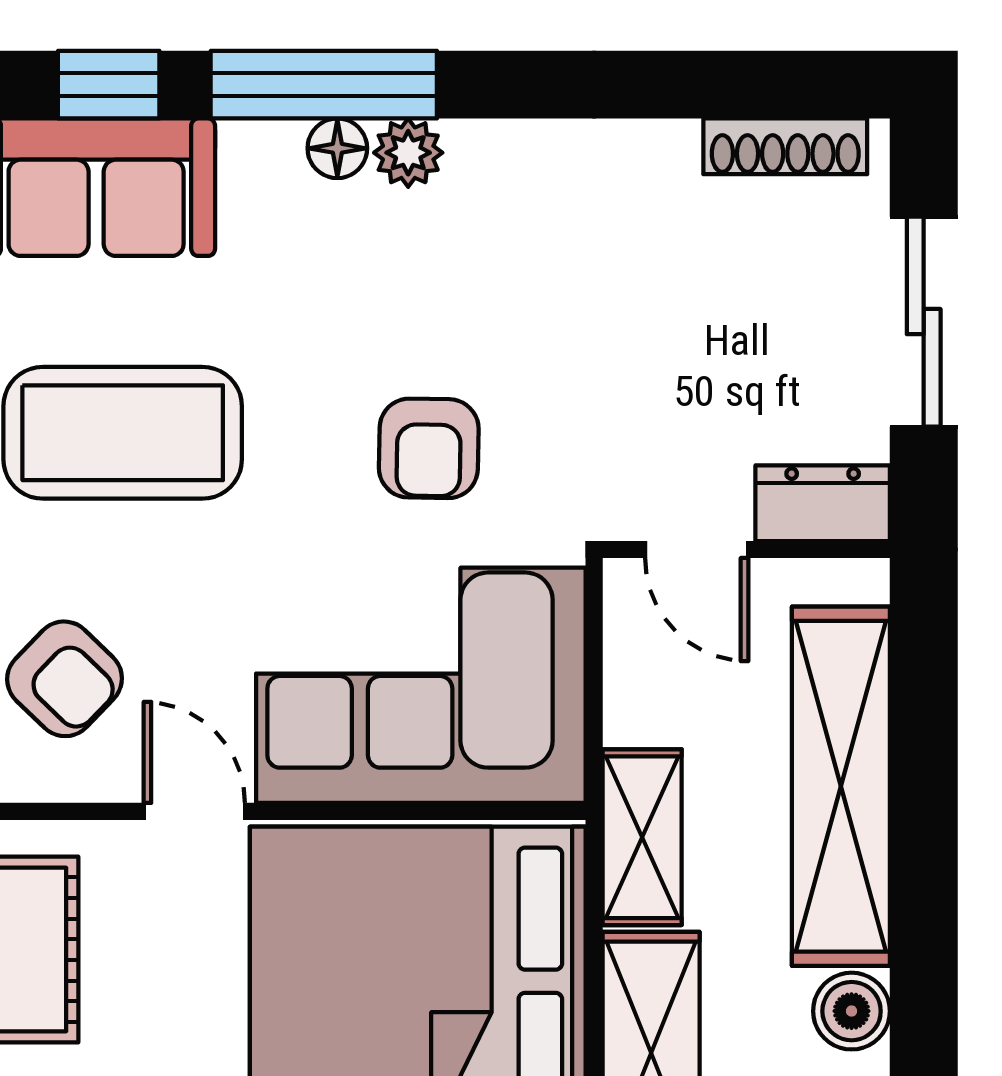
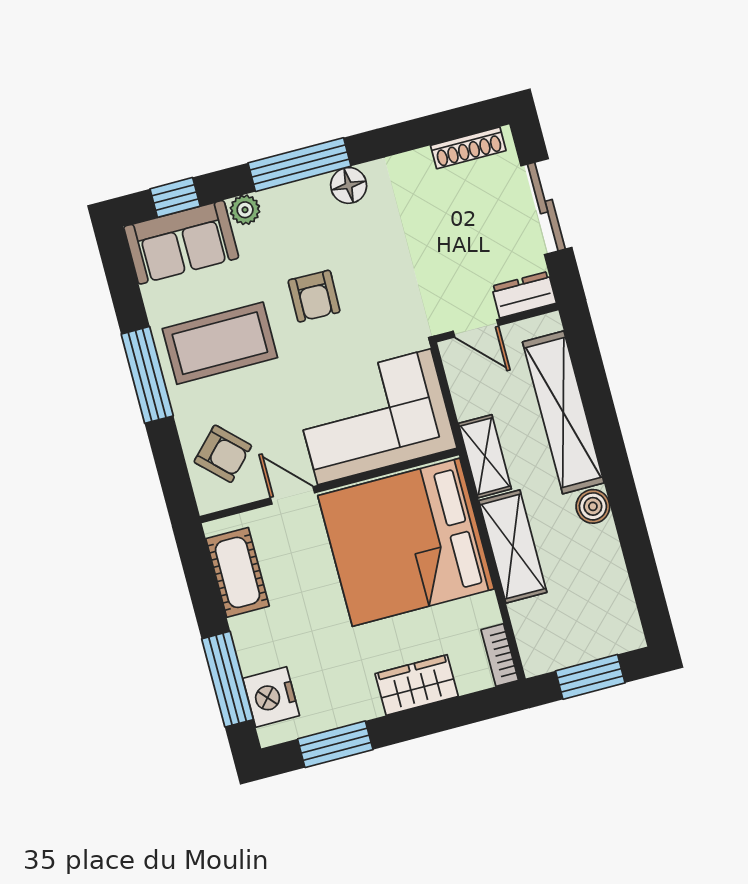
window: (324, 85) -> (299, 165), moved
floor lamp: (337, 148) -> (349, 185), moved, width x1.37, depth x1.37
plant: (408, 153) -> (245, 210), moved
armchair: (429, 448) -> (314, 296), moved

